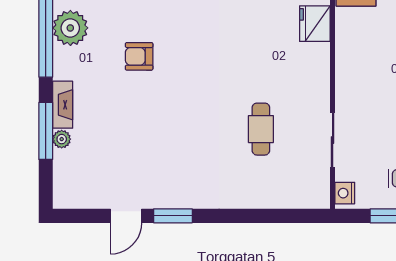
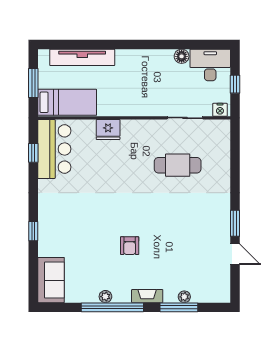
plant: (70, 28) -> (105, 297), width x0.53, depth x0.53
fireplace: (63, 105) -> (147, 296), moved
cafe table: (261, 129) -> (178, 165), width x1.37, depth x1.35

